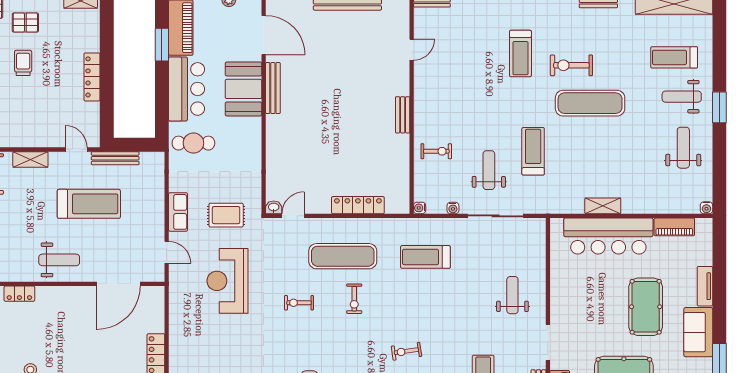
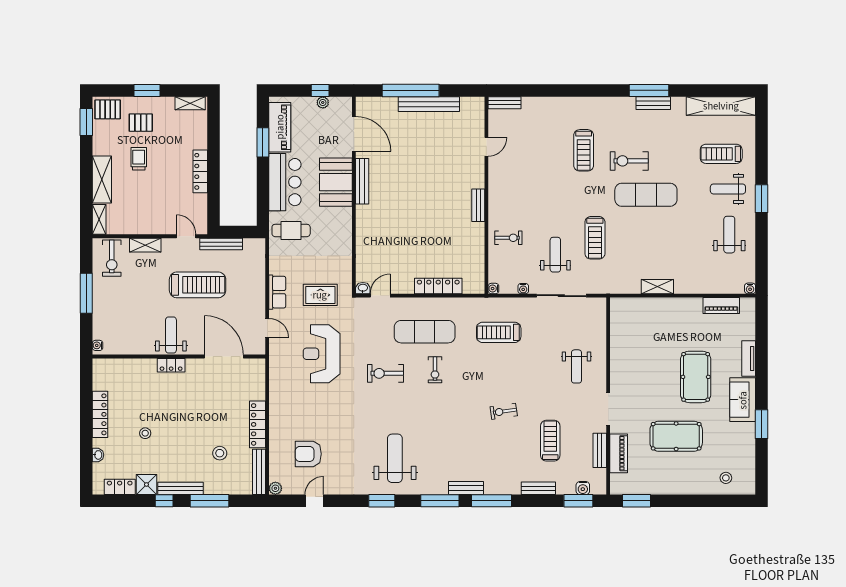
treadmill: (533, 151) -> (595, 238), turned 180
bar counter: (608, 236) -> (662, 314), removed
weight bench: (59, 260) -> (171, 335), turned -90
door: (118, 284) -> (224, 357), swing flipped
locker: (19, 294) -> (171, 365), moved
weight bench: (512, 295) -> (576, 366), turned 180
exercise bike: (299, 303) -> (386, 373), width x1.38, depth x1.39
exercise bike: (406, 351) -> (504, 411), moved

